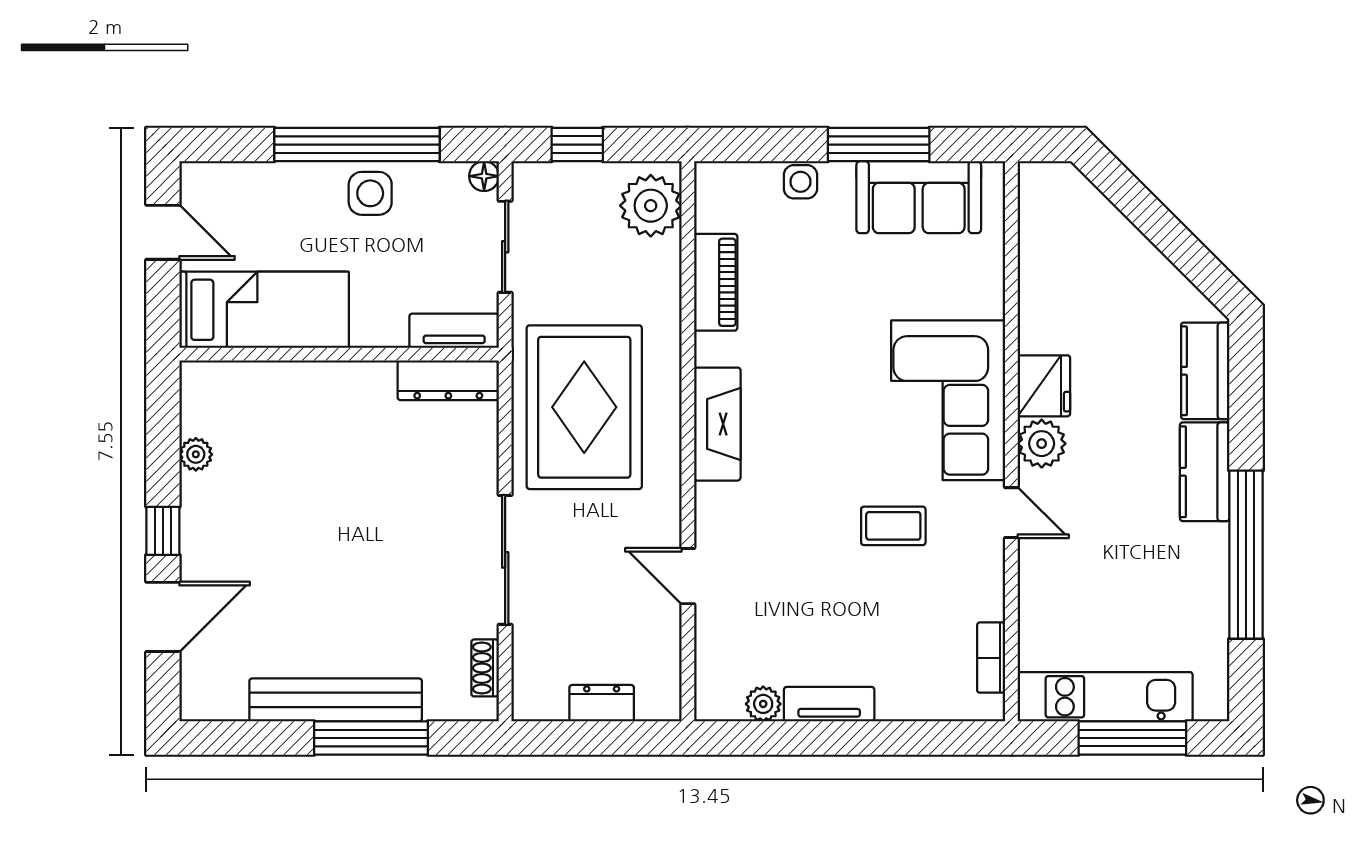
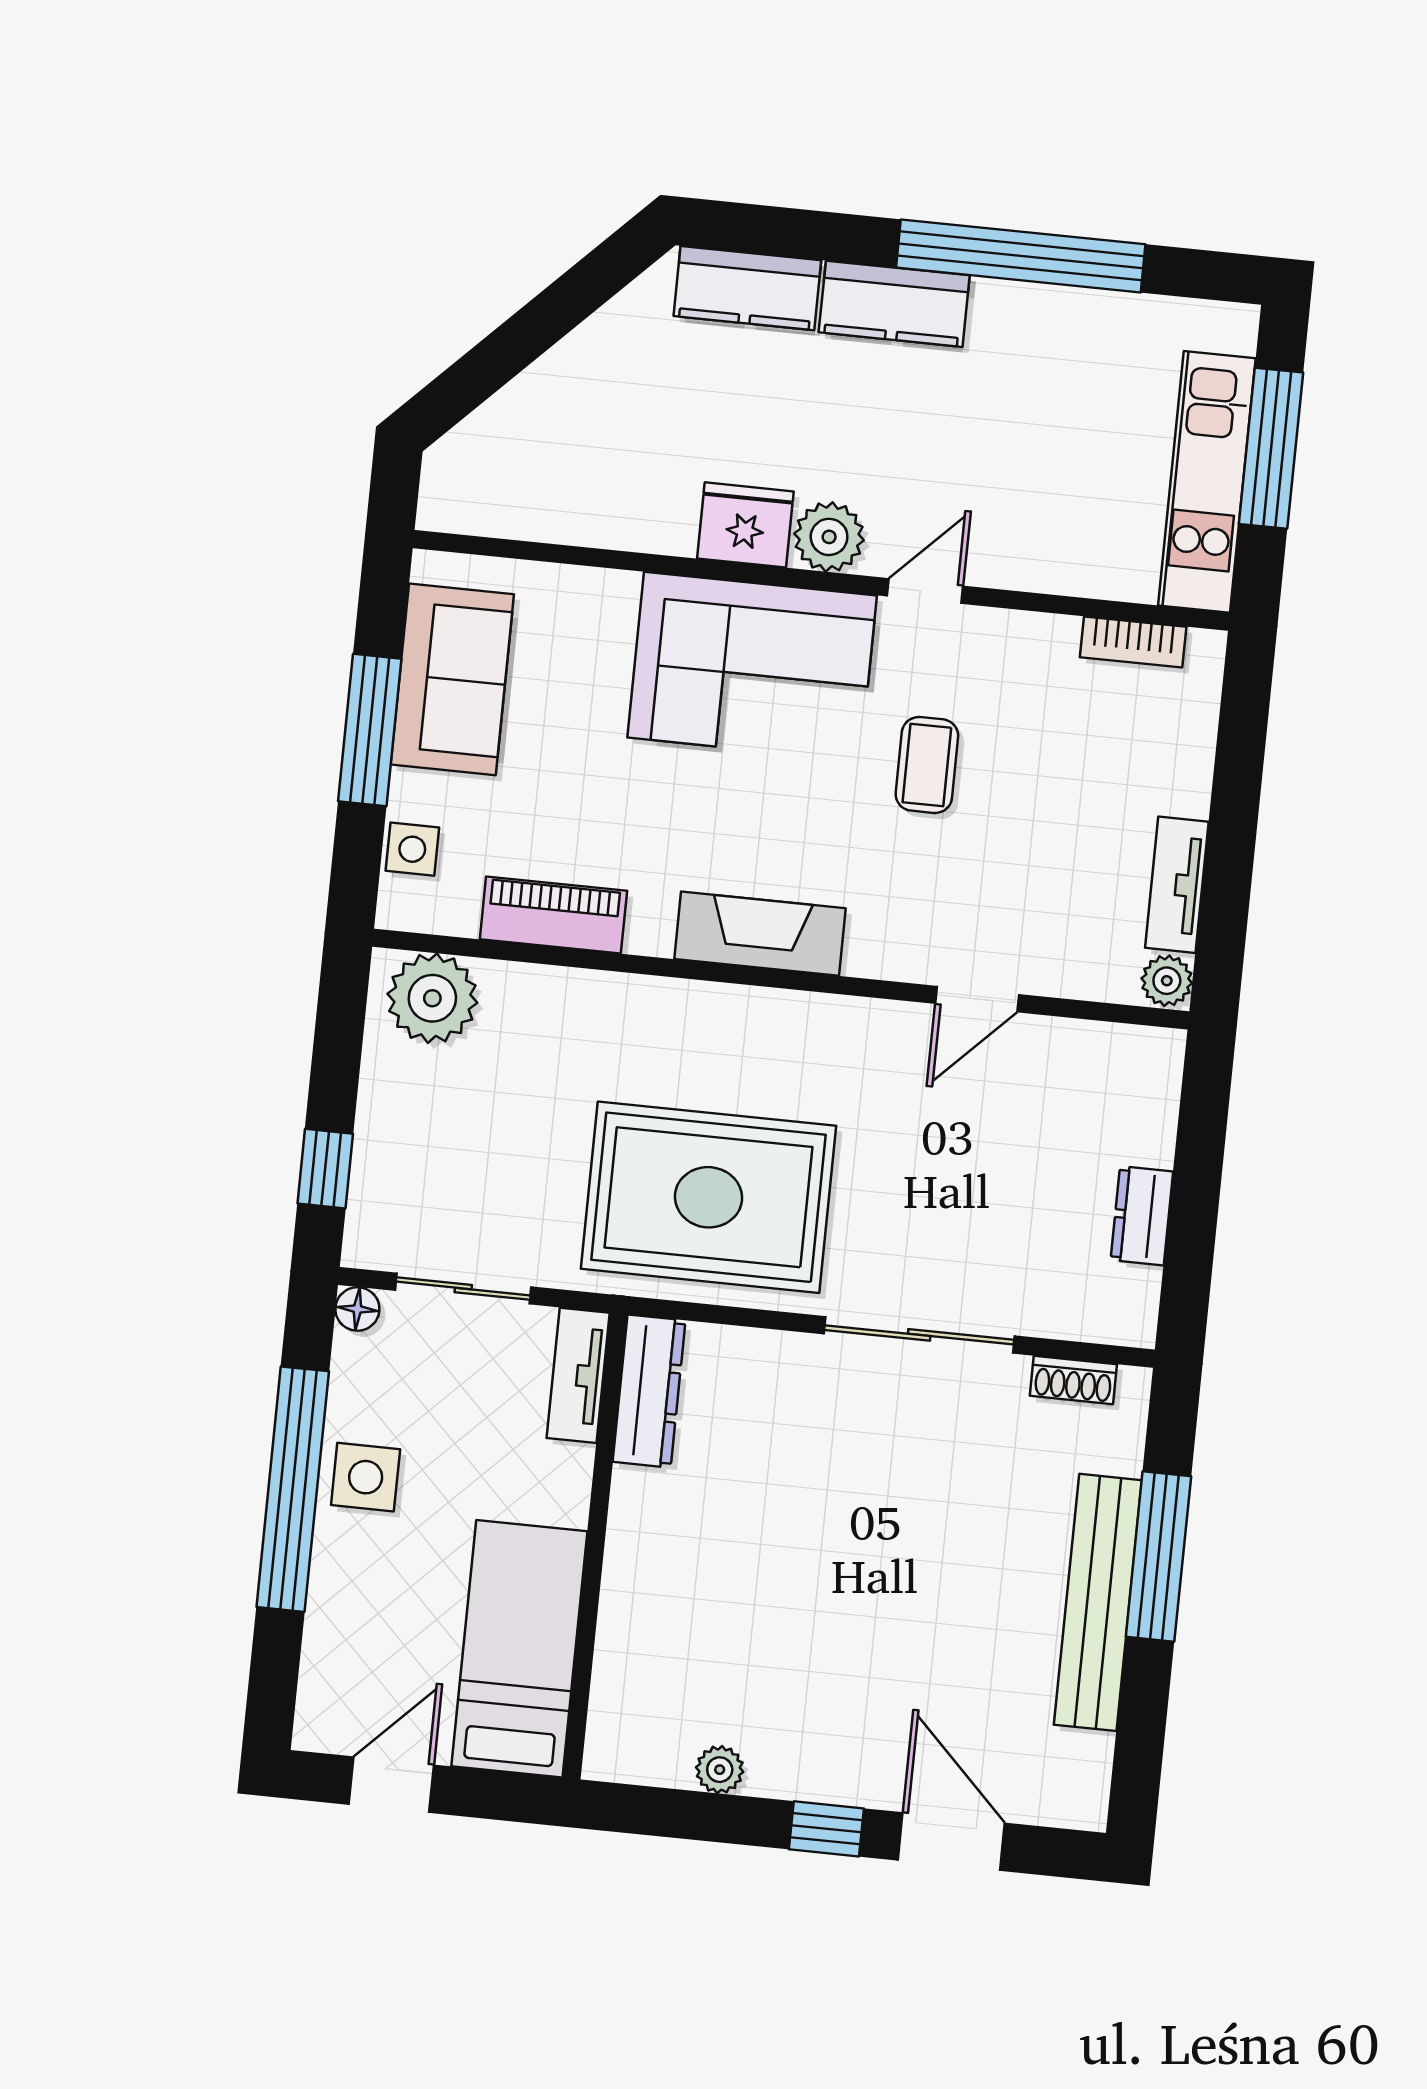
plant: (651, 206) -> (432, 998), moved
piano: (716, 282) -> (553, 915), moved
fireplace: (717, 424) -> (760, 934), moved
wall: (688, 441) -> (781, 979), moved
door: (688, 576) -> (977, 999), moved

